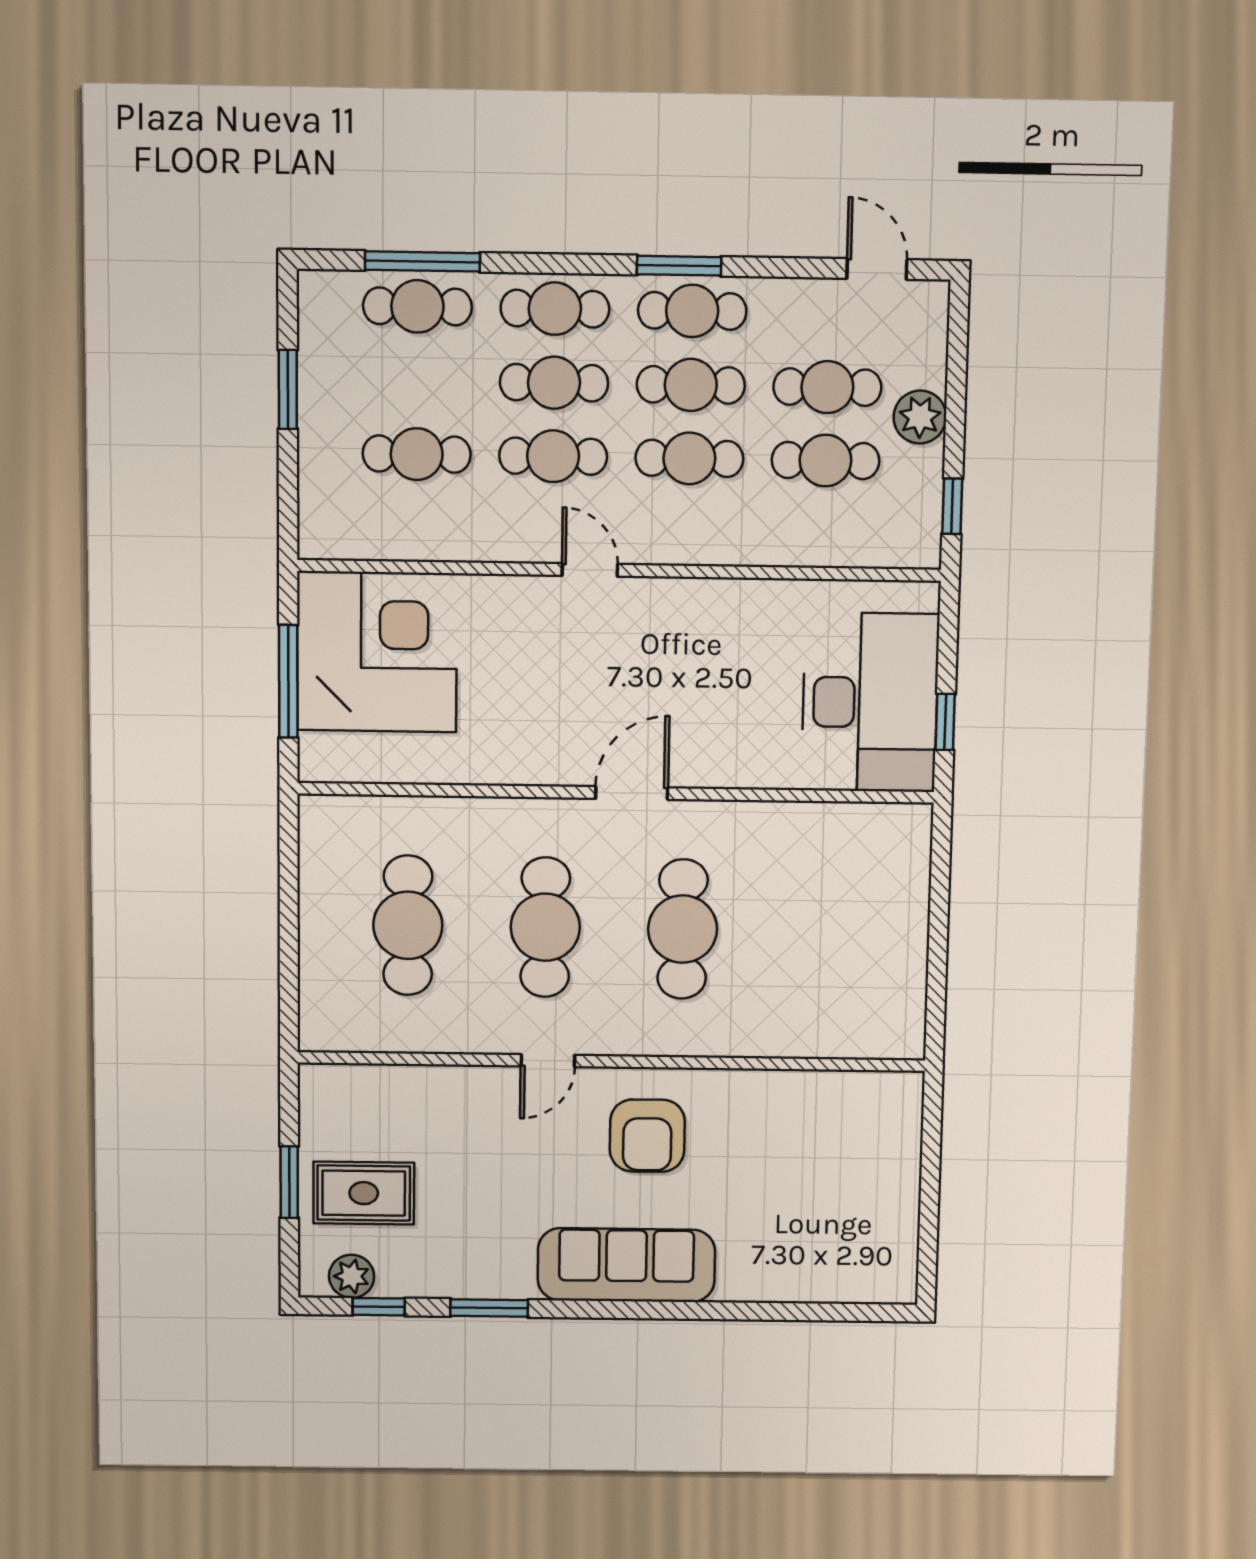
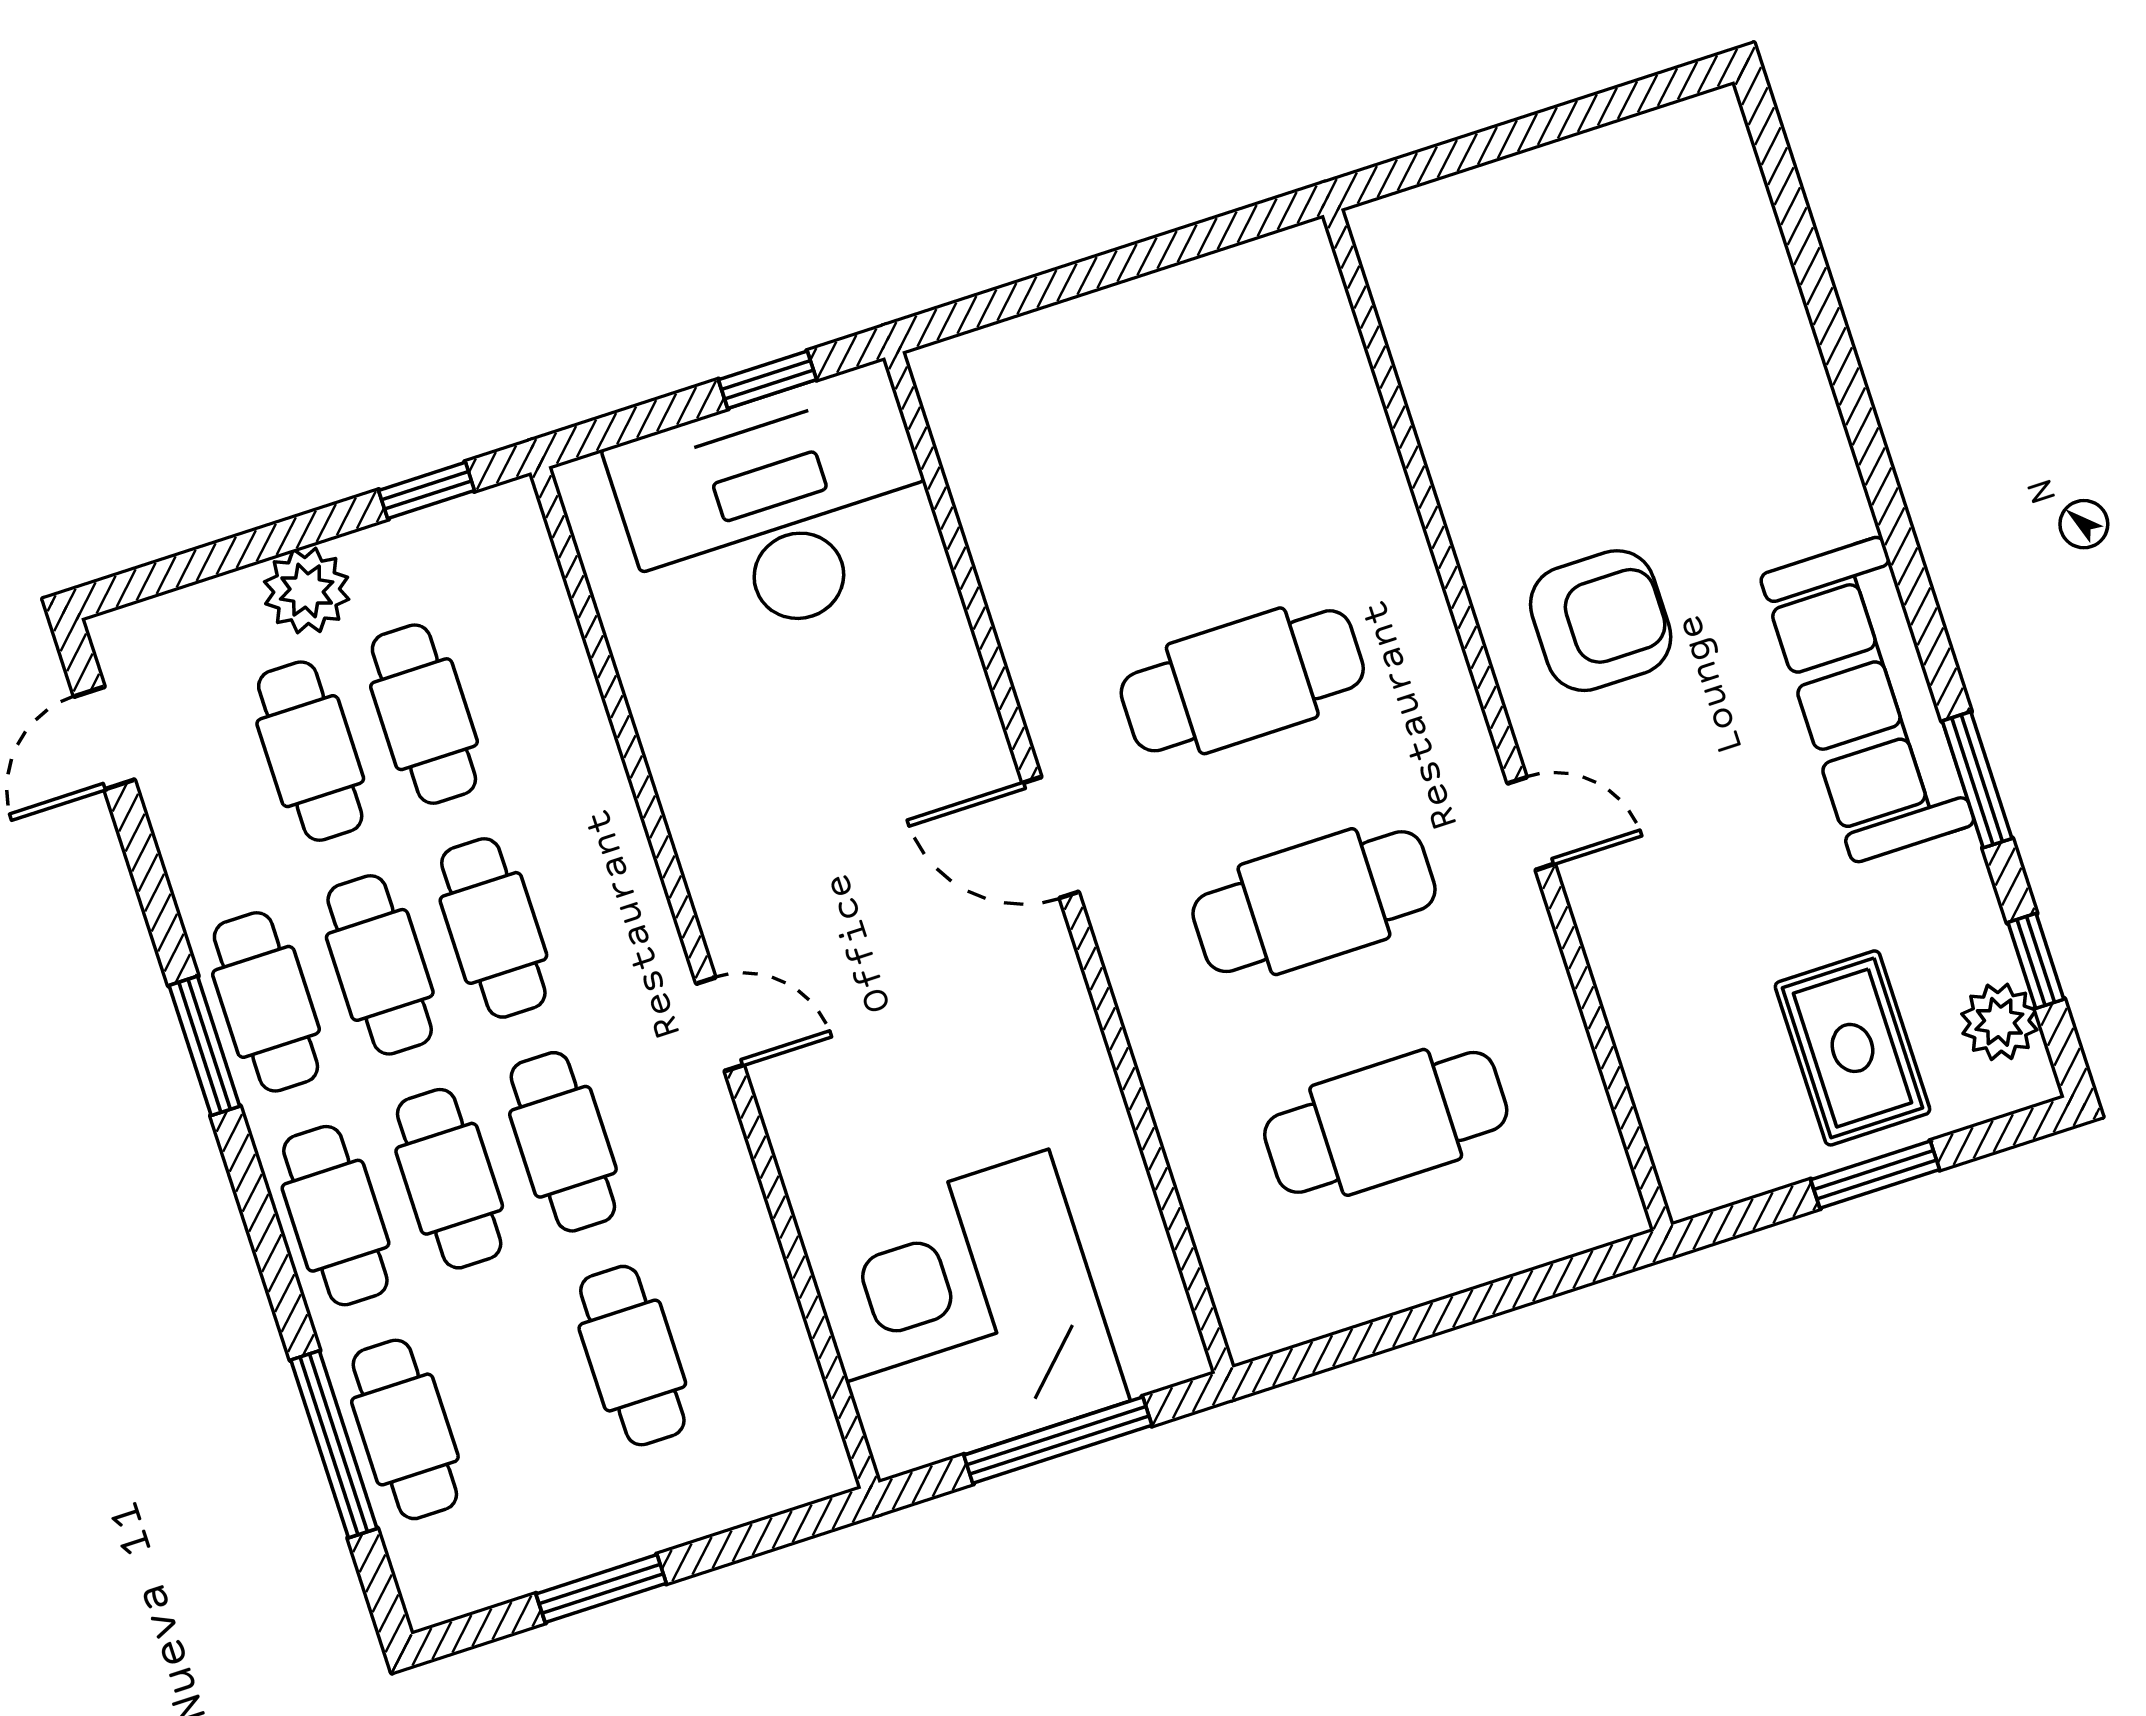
door: (590, 570) -> (720, 1024), swing flipped
sofa: (626, 1265) -> (1867, 700), moved

